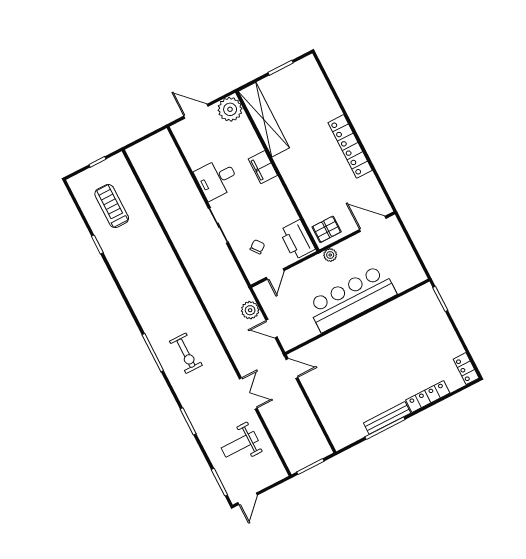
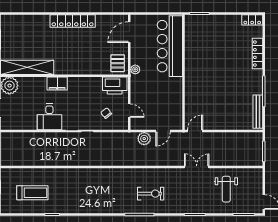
treadmill: (112, 206) -> (32, 193), turned 180
bar counter: (352, 298) -> (170, 46), moved
bench: (387, 418) -> (258, 112), moved

